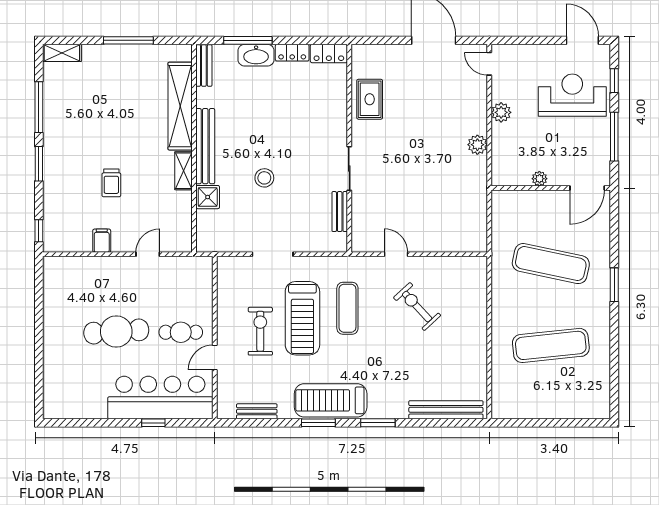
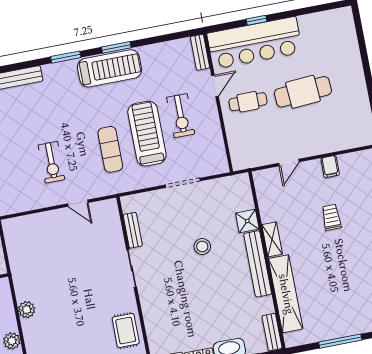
exercise bike: (417, 307) -> (51, 162), turned 43
bench: (257, 411) -> (200, 52), moved, turned 90

